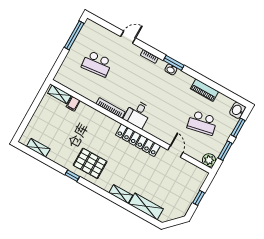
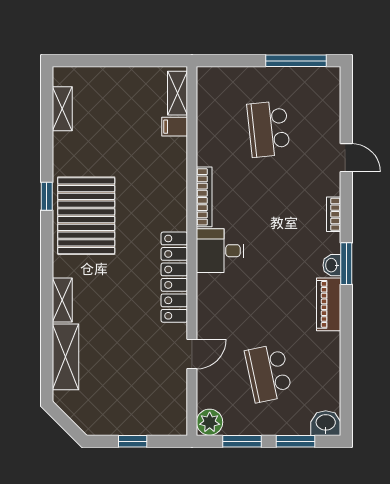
piano: (204, 90) -> (329, 304), moved
pallet: (90, 163) -> (86, 216), width x1.37, depth x1.41

